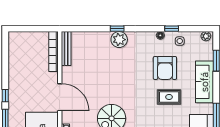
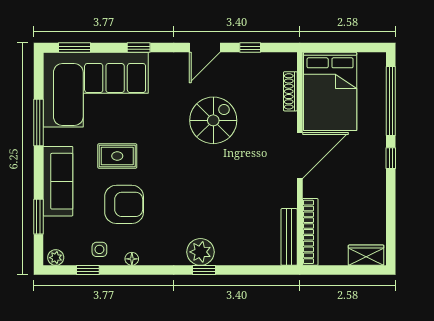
window: (172, 29) -> (88, 270), moved
wardrobe: (20, 38) -> (366, 255), added
armchair: (165, 68) -> (124, 204), turned 90
door: (60, 97) -> (300, 156), swing flipped

